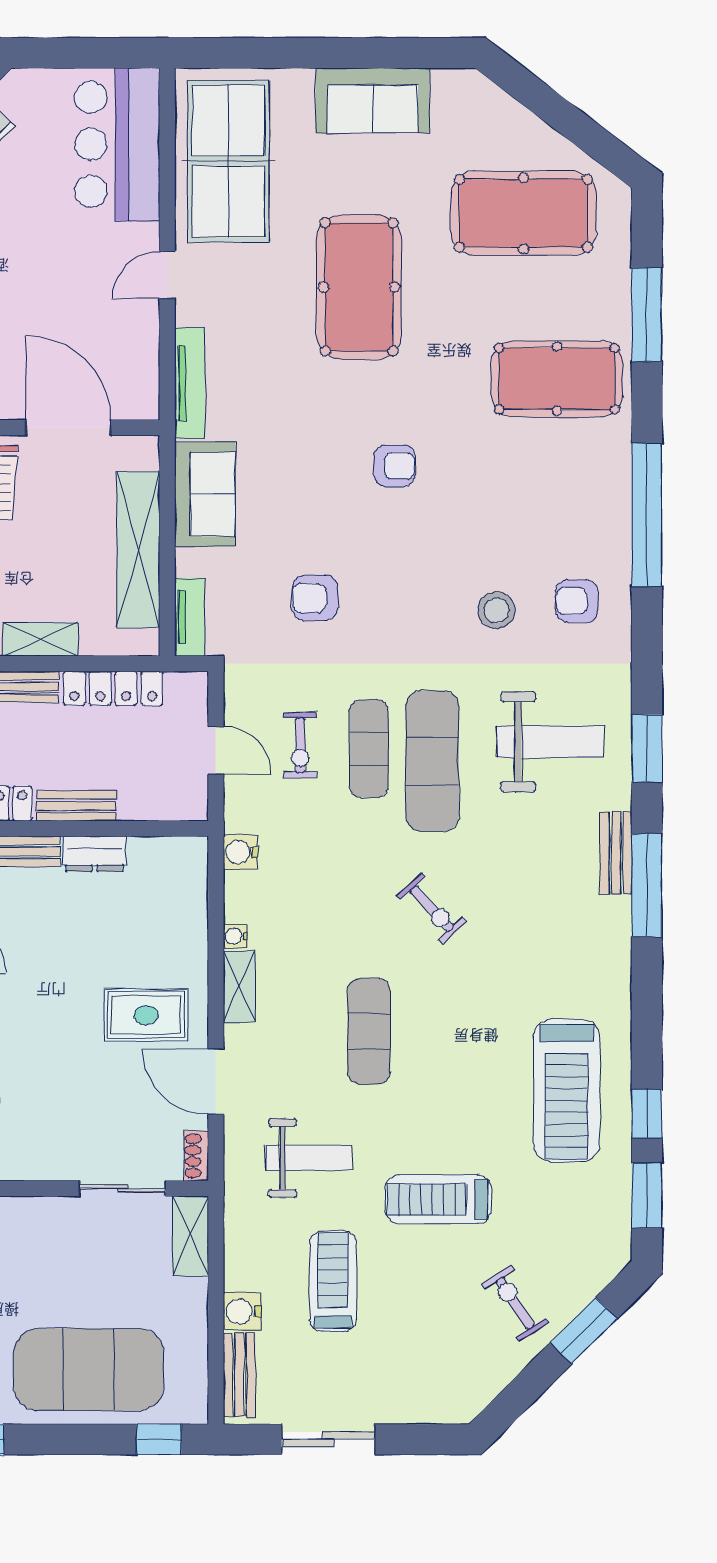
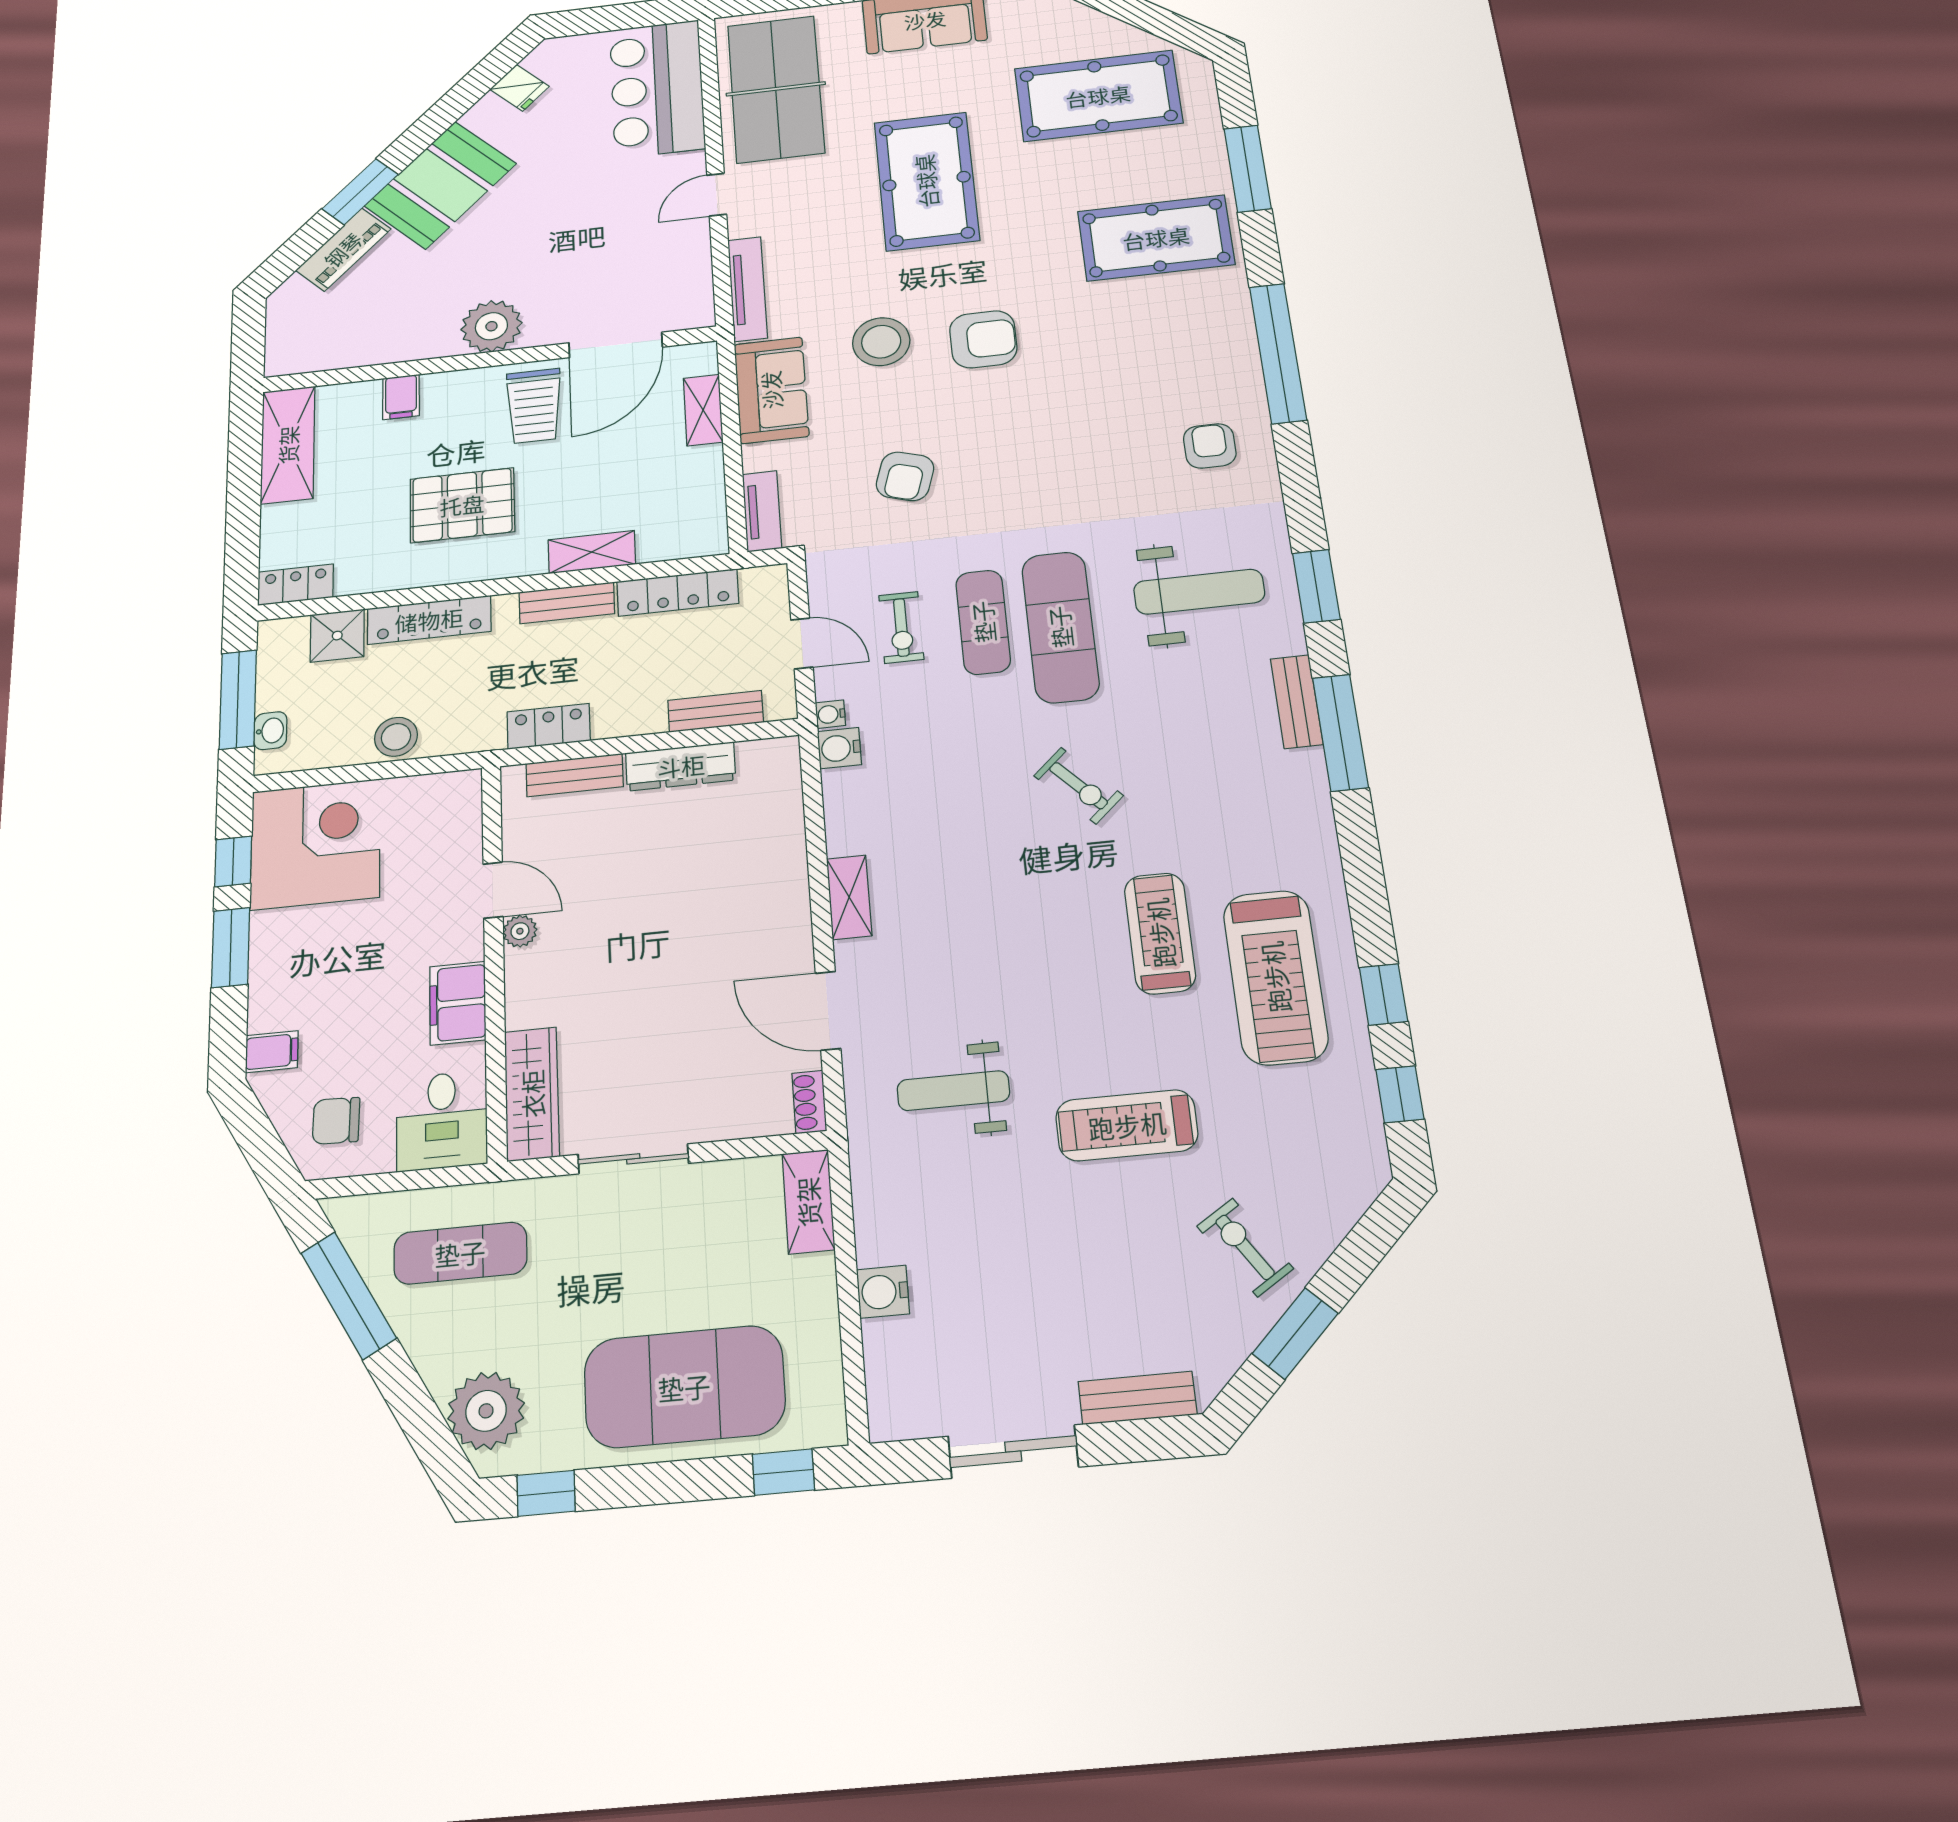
door: (68, 428) -> (616, 345), swing flipped
armchair: (395, 466) -> (983, 339), width x1.38, depth x1.38
shelving: (138, 550) -> (703, 410), width x0.45, depth x0.75
armchair: (315, 598) -> (905, 476), turned -73
armchair: (577, 601) -> (1210, 446), turned 90
stool: (496, 610) -> (881, 342), moved, width x1.38, depth x1.38
bench: (76, 806) -> (715, 711), moved
dresser: (95, 854) -> (681, 766), width x1.44
water cooler: (235, 936) -> (830, 714), moved
rug: (146, 1015) -> (736, 942), removed
exercise mat: (369, 1031) -> (1016, 932), removed
weight bench: (309, 1158) -> (953, 1091), turned 180
sliding door: (122, 1188) -> (633, 1159), moved
window: (647, 1196) -> (1400, 1094), width x0.67
treadmill: (333, 1281) -> (1160, 933), moved
window: (584, 1331) -> (1295, 1333), moved
bench: (239, 1375) -> (1137, 1398), moved, turned 90

